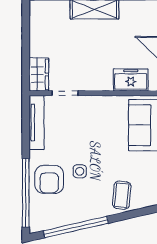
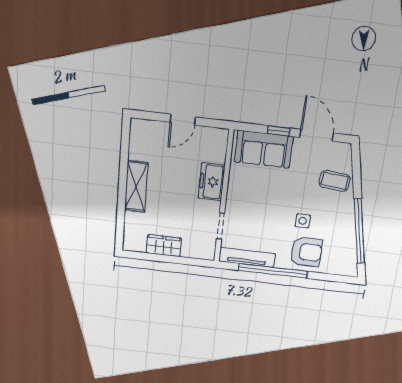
wardrobe: (39, 74) -> (164, 246), moved
freezer: (131, 80) -> (211, 182), moved
window: (26, 193) -> (273, 271), moved

